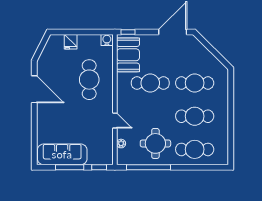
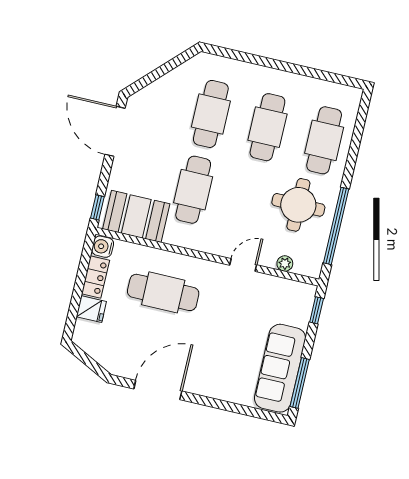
locker: (89, 40) -> (96, 277), added
window: (70, 167) -> (300, 383), moved

